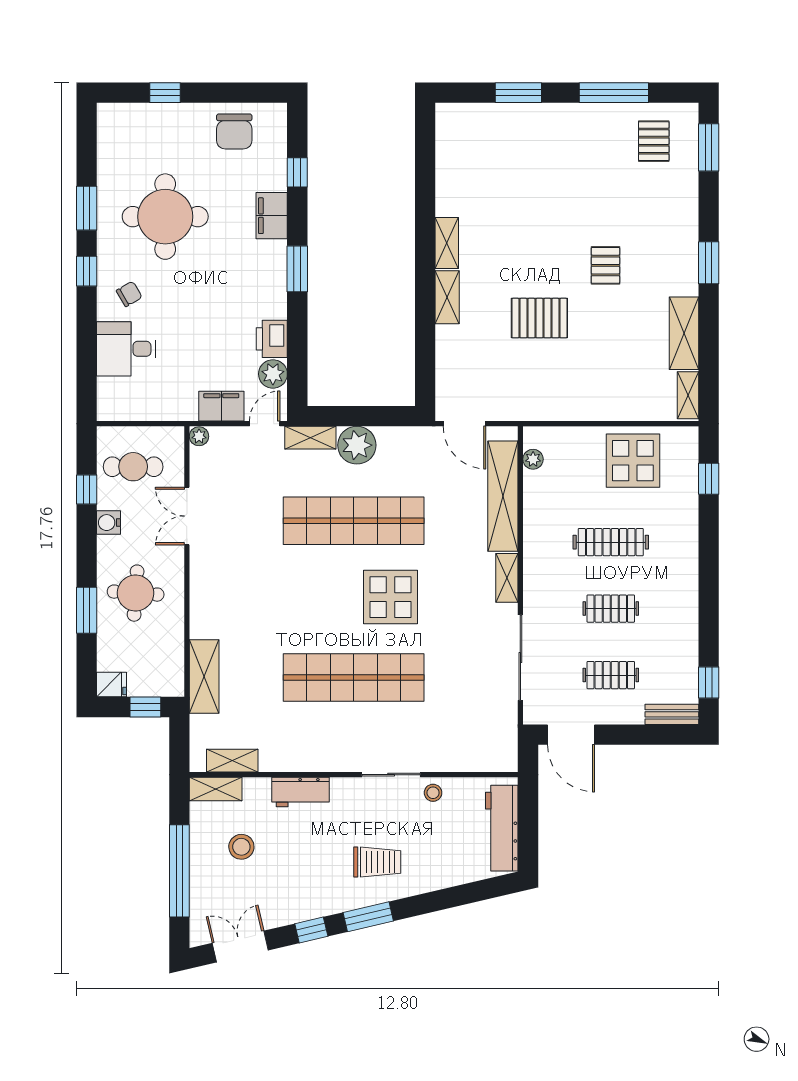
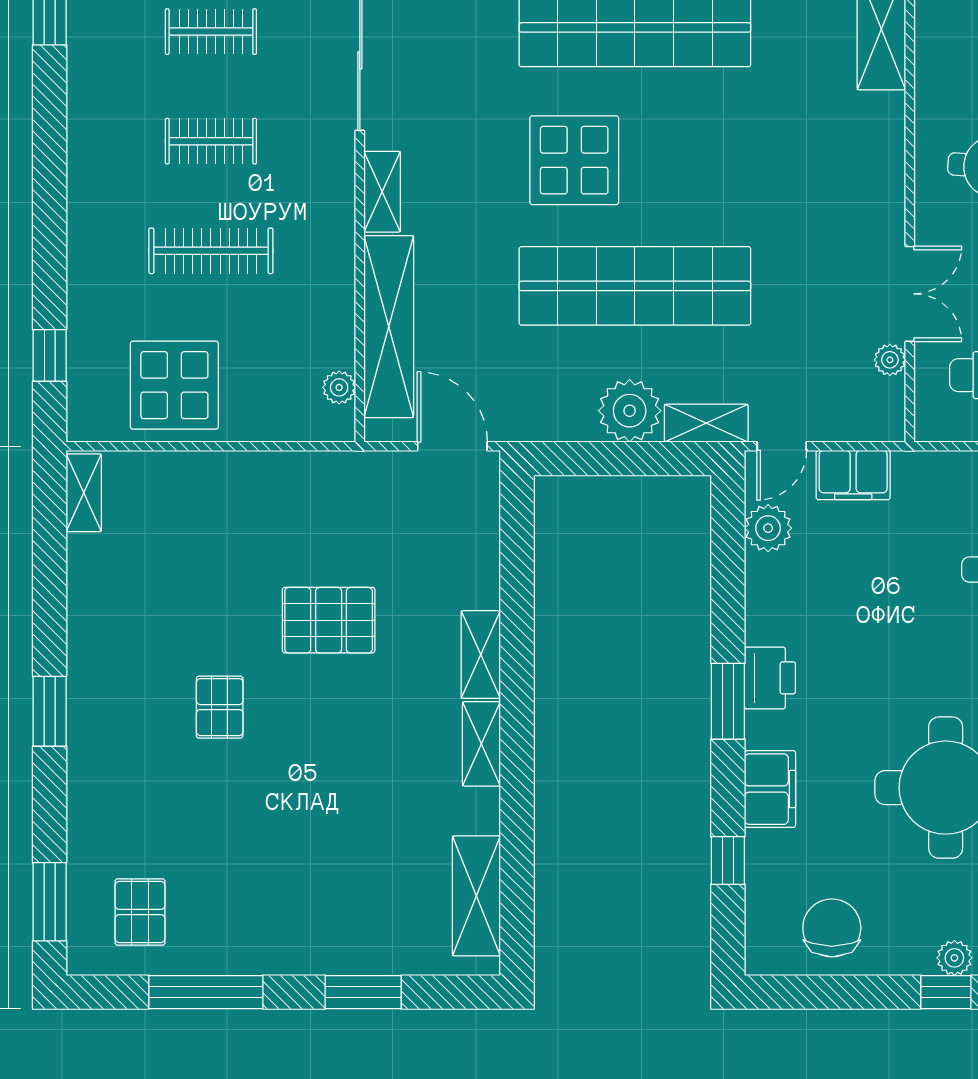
plant: (160, 113) -> (954, 958), added
shelving: (684, 333) -> (476, 896), moved
printer: (272, 339) -> (770, 678), moved
plant: (199, 436) -> (890, 360), moved

